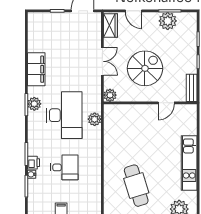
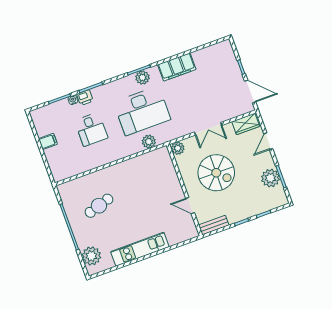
cafe table: (136, 186) -> (99, 206), width x0.73, depth x0.74

